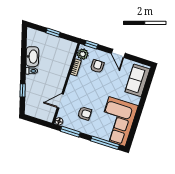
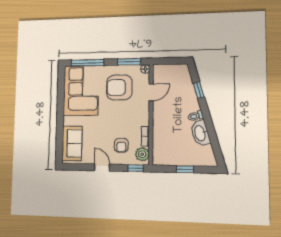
armchair: (85, 113) -> (119, 87), width x1.88, depth x1.88

